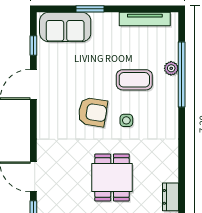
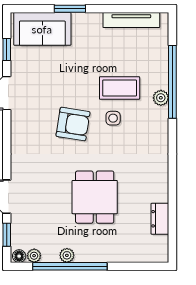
plant: (171, 68) -> (161, 98), moved
side table: (126, 120) -> (113, 118), moved

